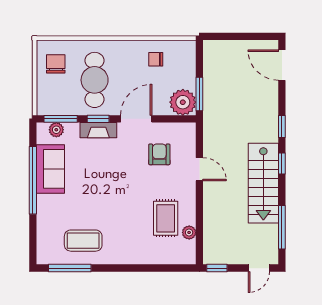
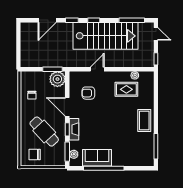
door: (282, 65) -> (47, 20), moved
cafe table: (95, 80) -> (44, 132), turned 47
stairs: (263, 183) -> (106, 36), width x1.36, depth x1.51
coffee table: (83, 241) -> (144, 121), moved

